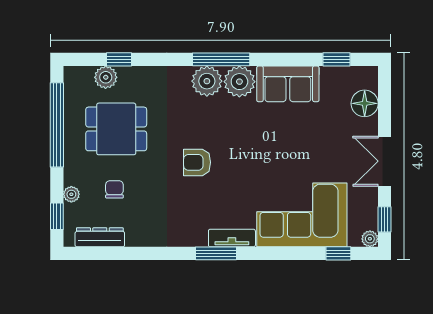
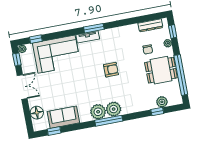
sofa: (288, 84) -> (63, 117), moved
dining table: (116, 129) -> (161, 70), moved

